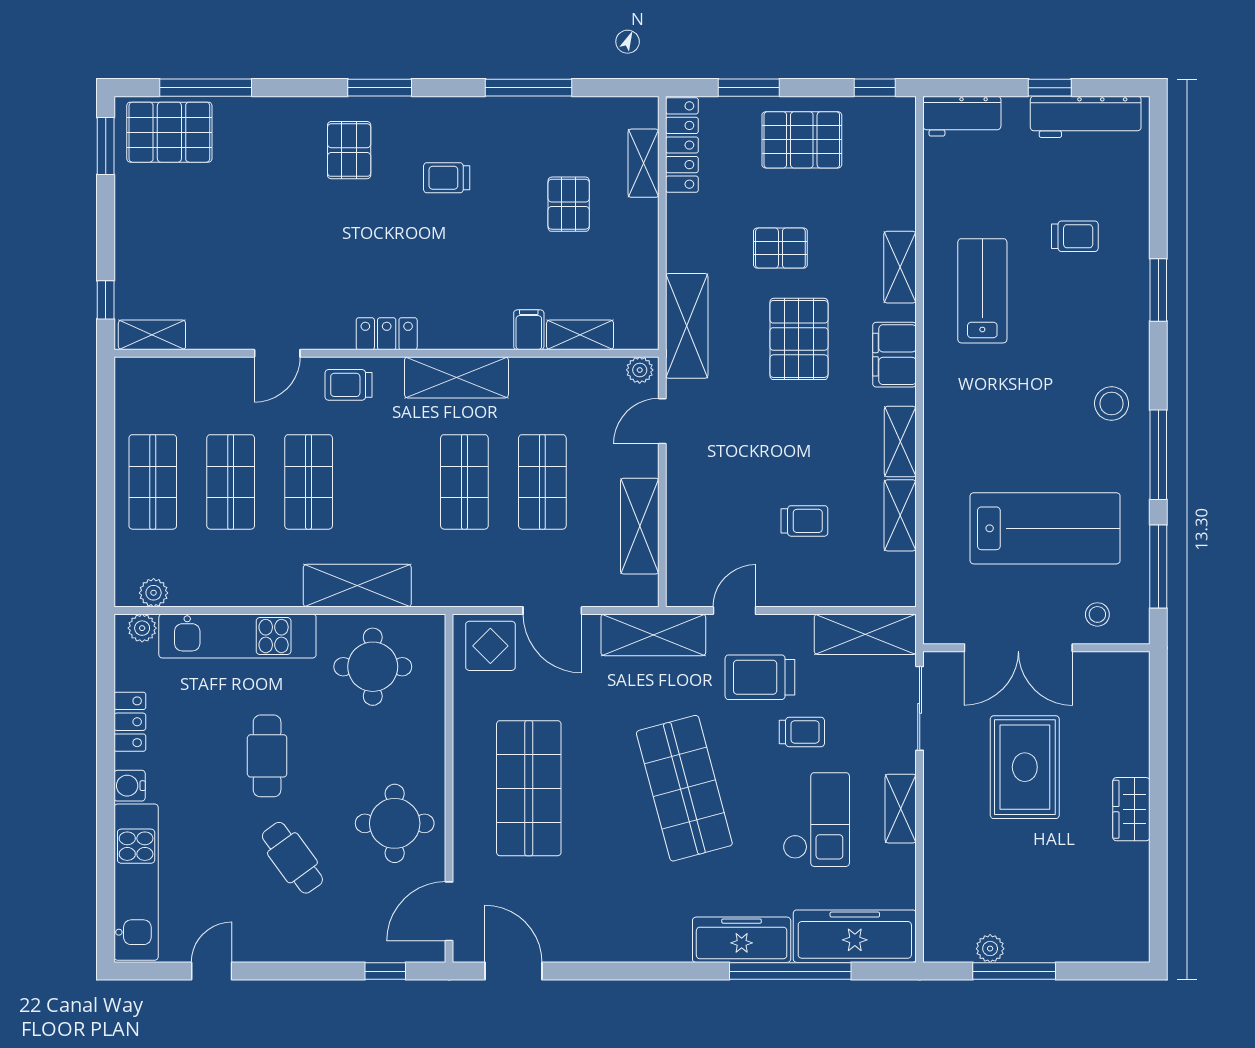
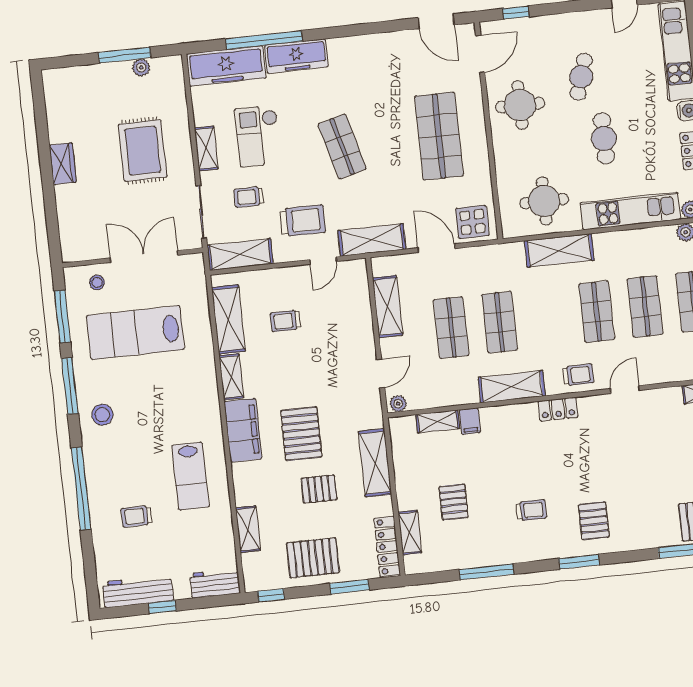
shelving: (900, 267) -> (248, 529), moved
window: (1158, 290) -> (81, 489), width x2.11
shelving: (687, 326) -> (375, 463), moved
filing cabinet: (895, 355) -> (243, 430), width x1.50, depth x1.17
shelving: (900, 515) -> (228, 319), width x1.50, depth x1.33
trolley: (802, 732) -> (249, 197), moved
rug: (1025, 767) -> (143, 151), moved
shop shelf: (684, 788) -> (342, 147), width x0.70, depth x0.74
cafe table: (292, 858) -> (581, 77), turned 53

